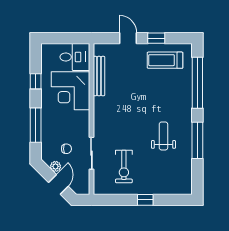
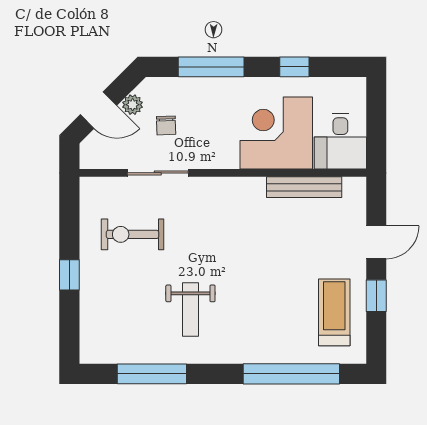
weight bench: (163, 136) -> (190, 309), turned 90
window: (197, 140) -> (152, 374), moved

